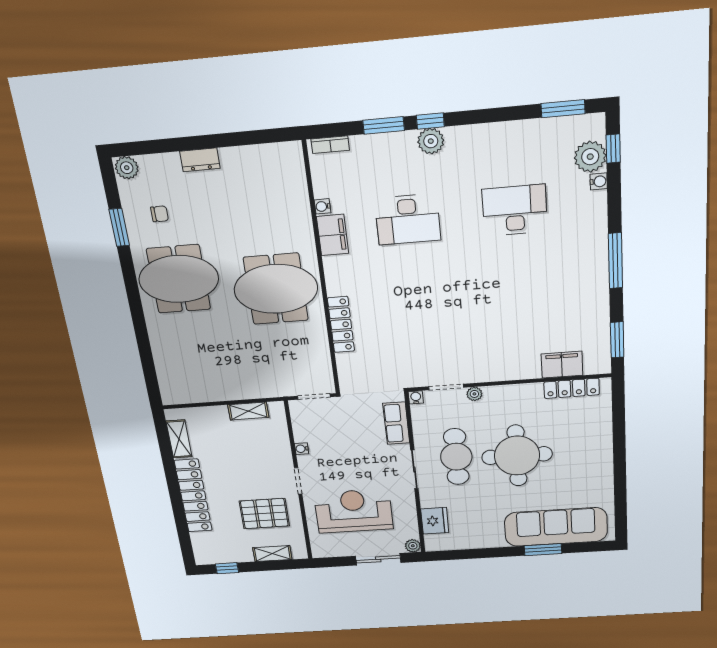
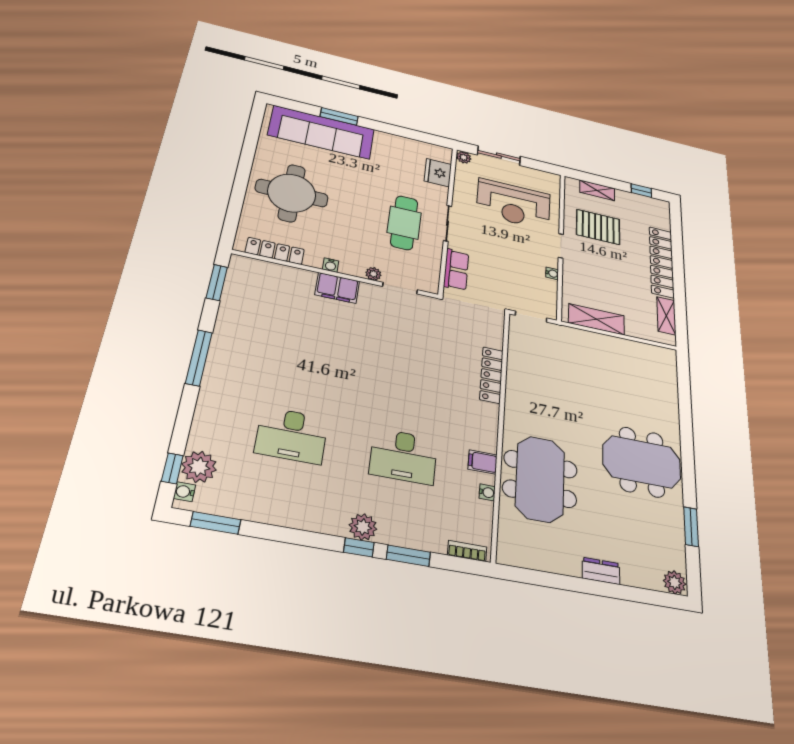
water cooler: (599, 181) -> (184, 492), moved
chair: (160, 214) -> (650, 529), removed
desk: (408, 219) -> (404, 456), turned 180
filing cabinet: (333, 235) -> (483, 462), width x0.50
meeting table: (276, 289) -> (540, 479), moved, turned 90
filing cabinet: (562, 365) -> (337, 288), moved
water cooler: (416, 397) -> (331, 265), moved
shelving: (248, 411) -> (596, 319), width x1.50, depth x1.33
round table: (517, 456) -> (292, 193), moved

